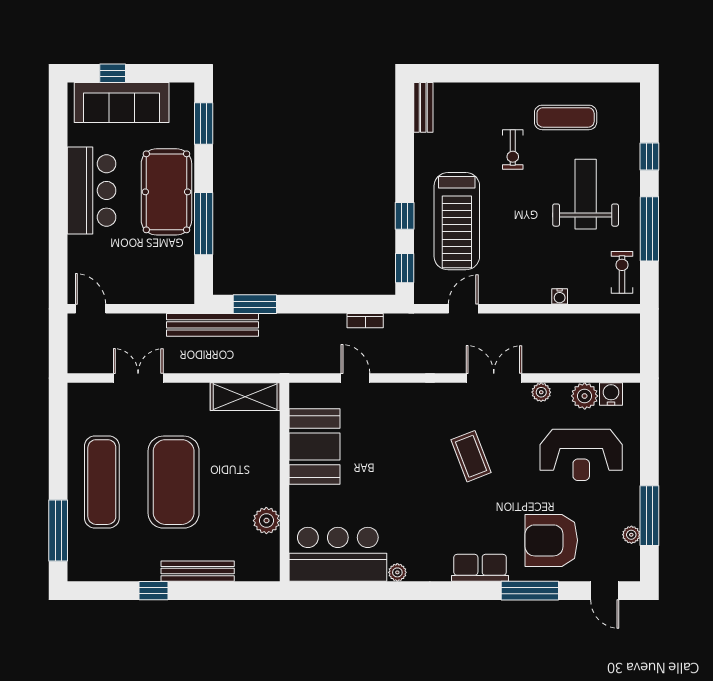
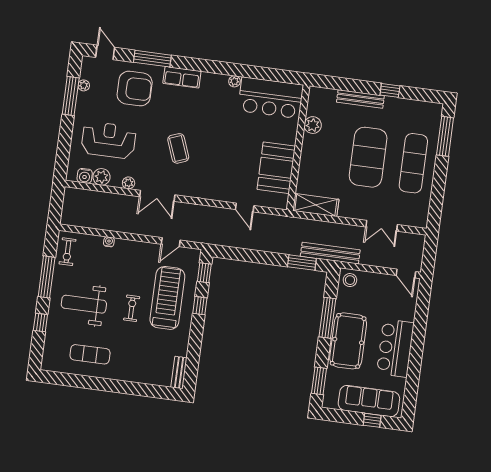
exercise bike: (513, 150) -> (132, 308), moved
weight bench: (586, 194) -> (84, 304), turned 90
stool: (176, 287) -> (350, 280), added
bookcase: (365, 321) -> (234, 243), removed

